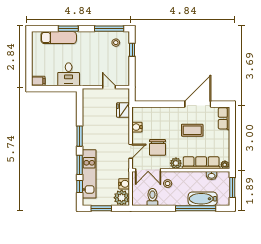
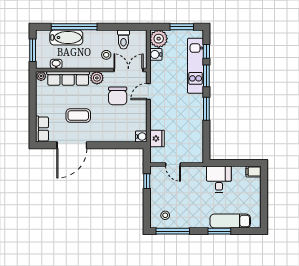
window: (132, 50) -> (147, 181), moved
water cooler: (137, 127) -> (141, 137), moved
chair: (158, 147) -> (118, 96), turned 180

